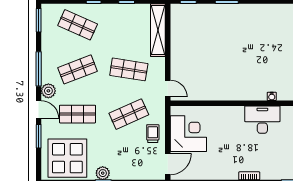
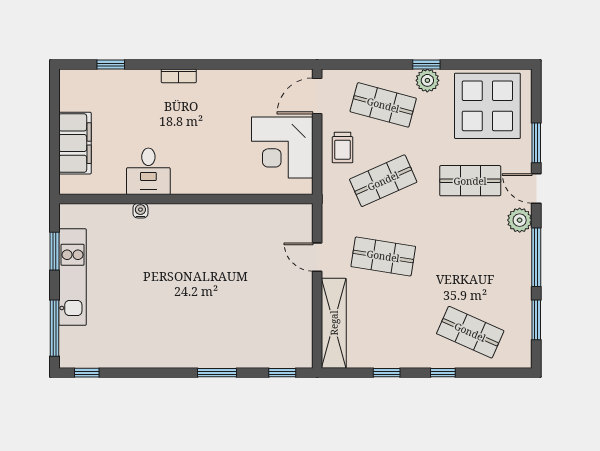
window: (39, 20) -> (536, 320), moved
shop shelf: (78, 69) -> (383, 105), moved, turned 36
door: (168, 89) -> (317, 257), moved
desk: (262, 120) -> (148, 171), width x0.73

